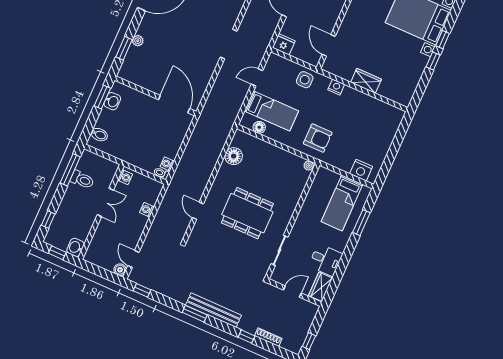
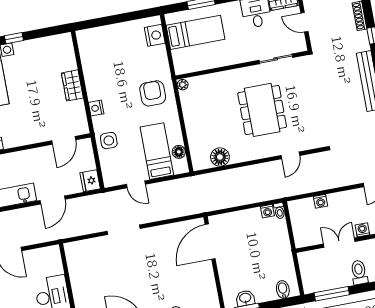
washing machine: (125, 177) -> (362, 230), moved
toilet: (82, 180) -> (359, 272), moved

